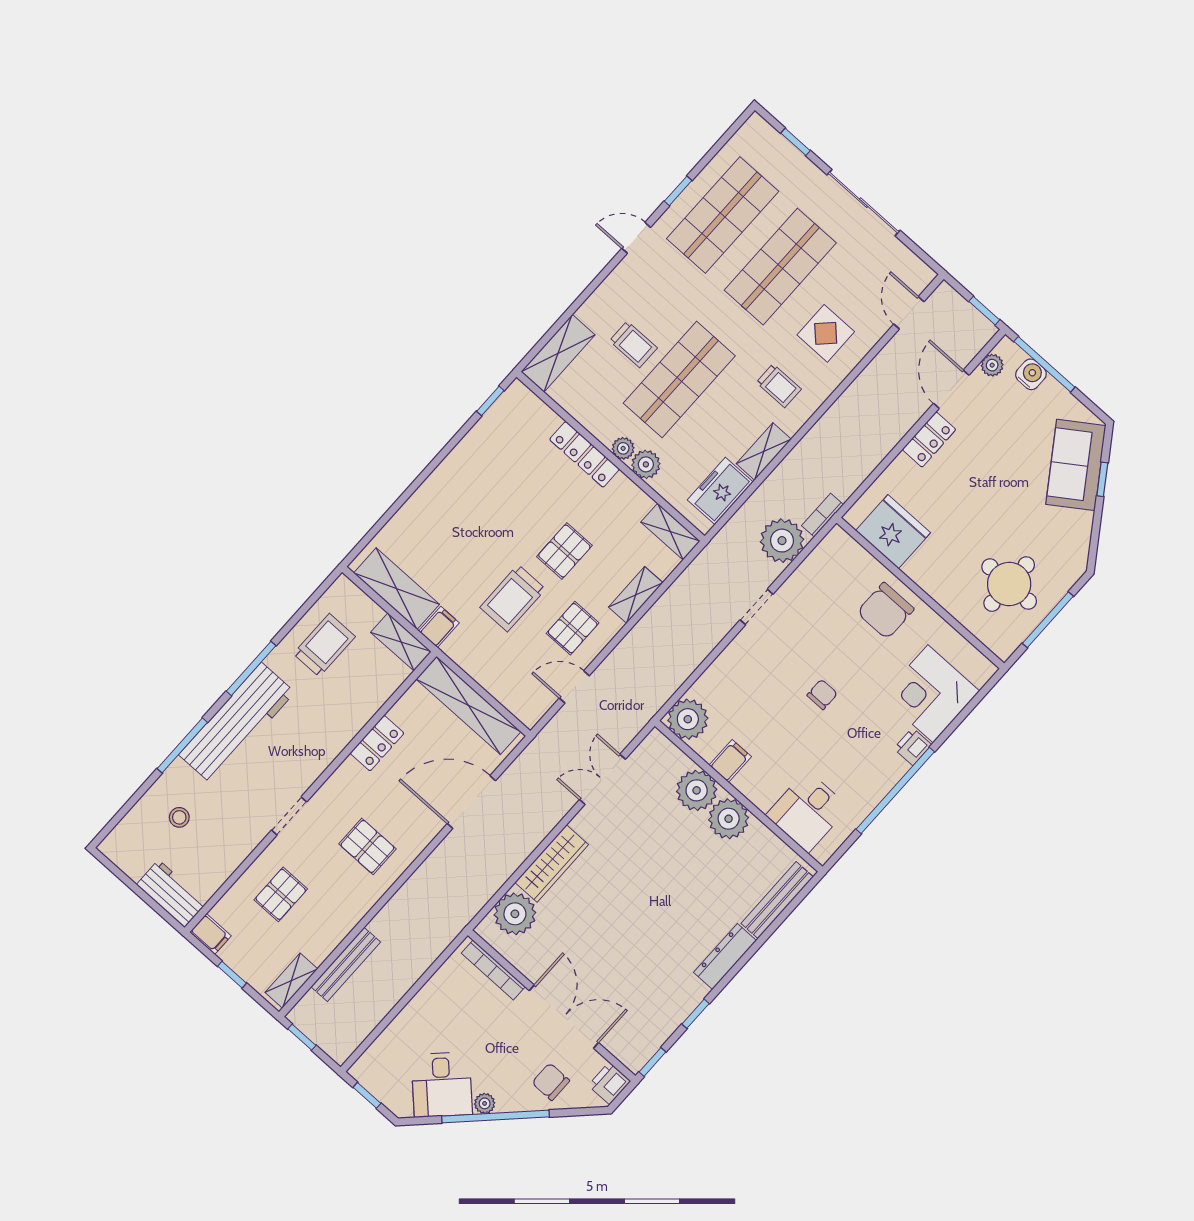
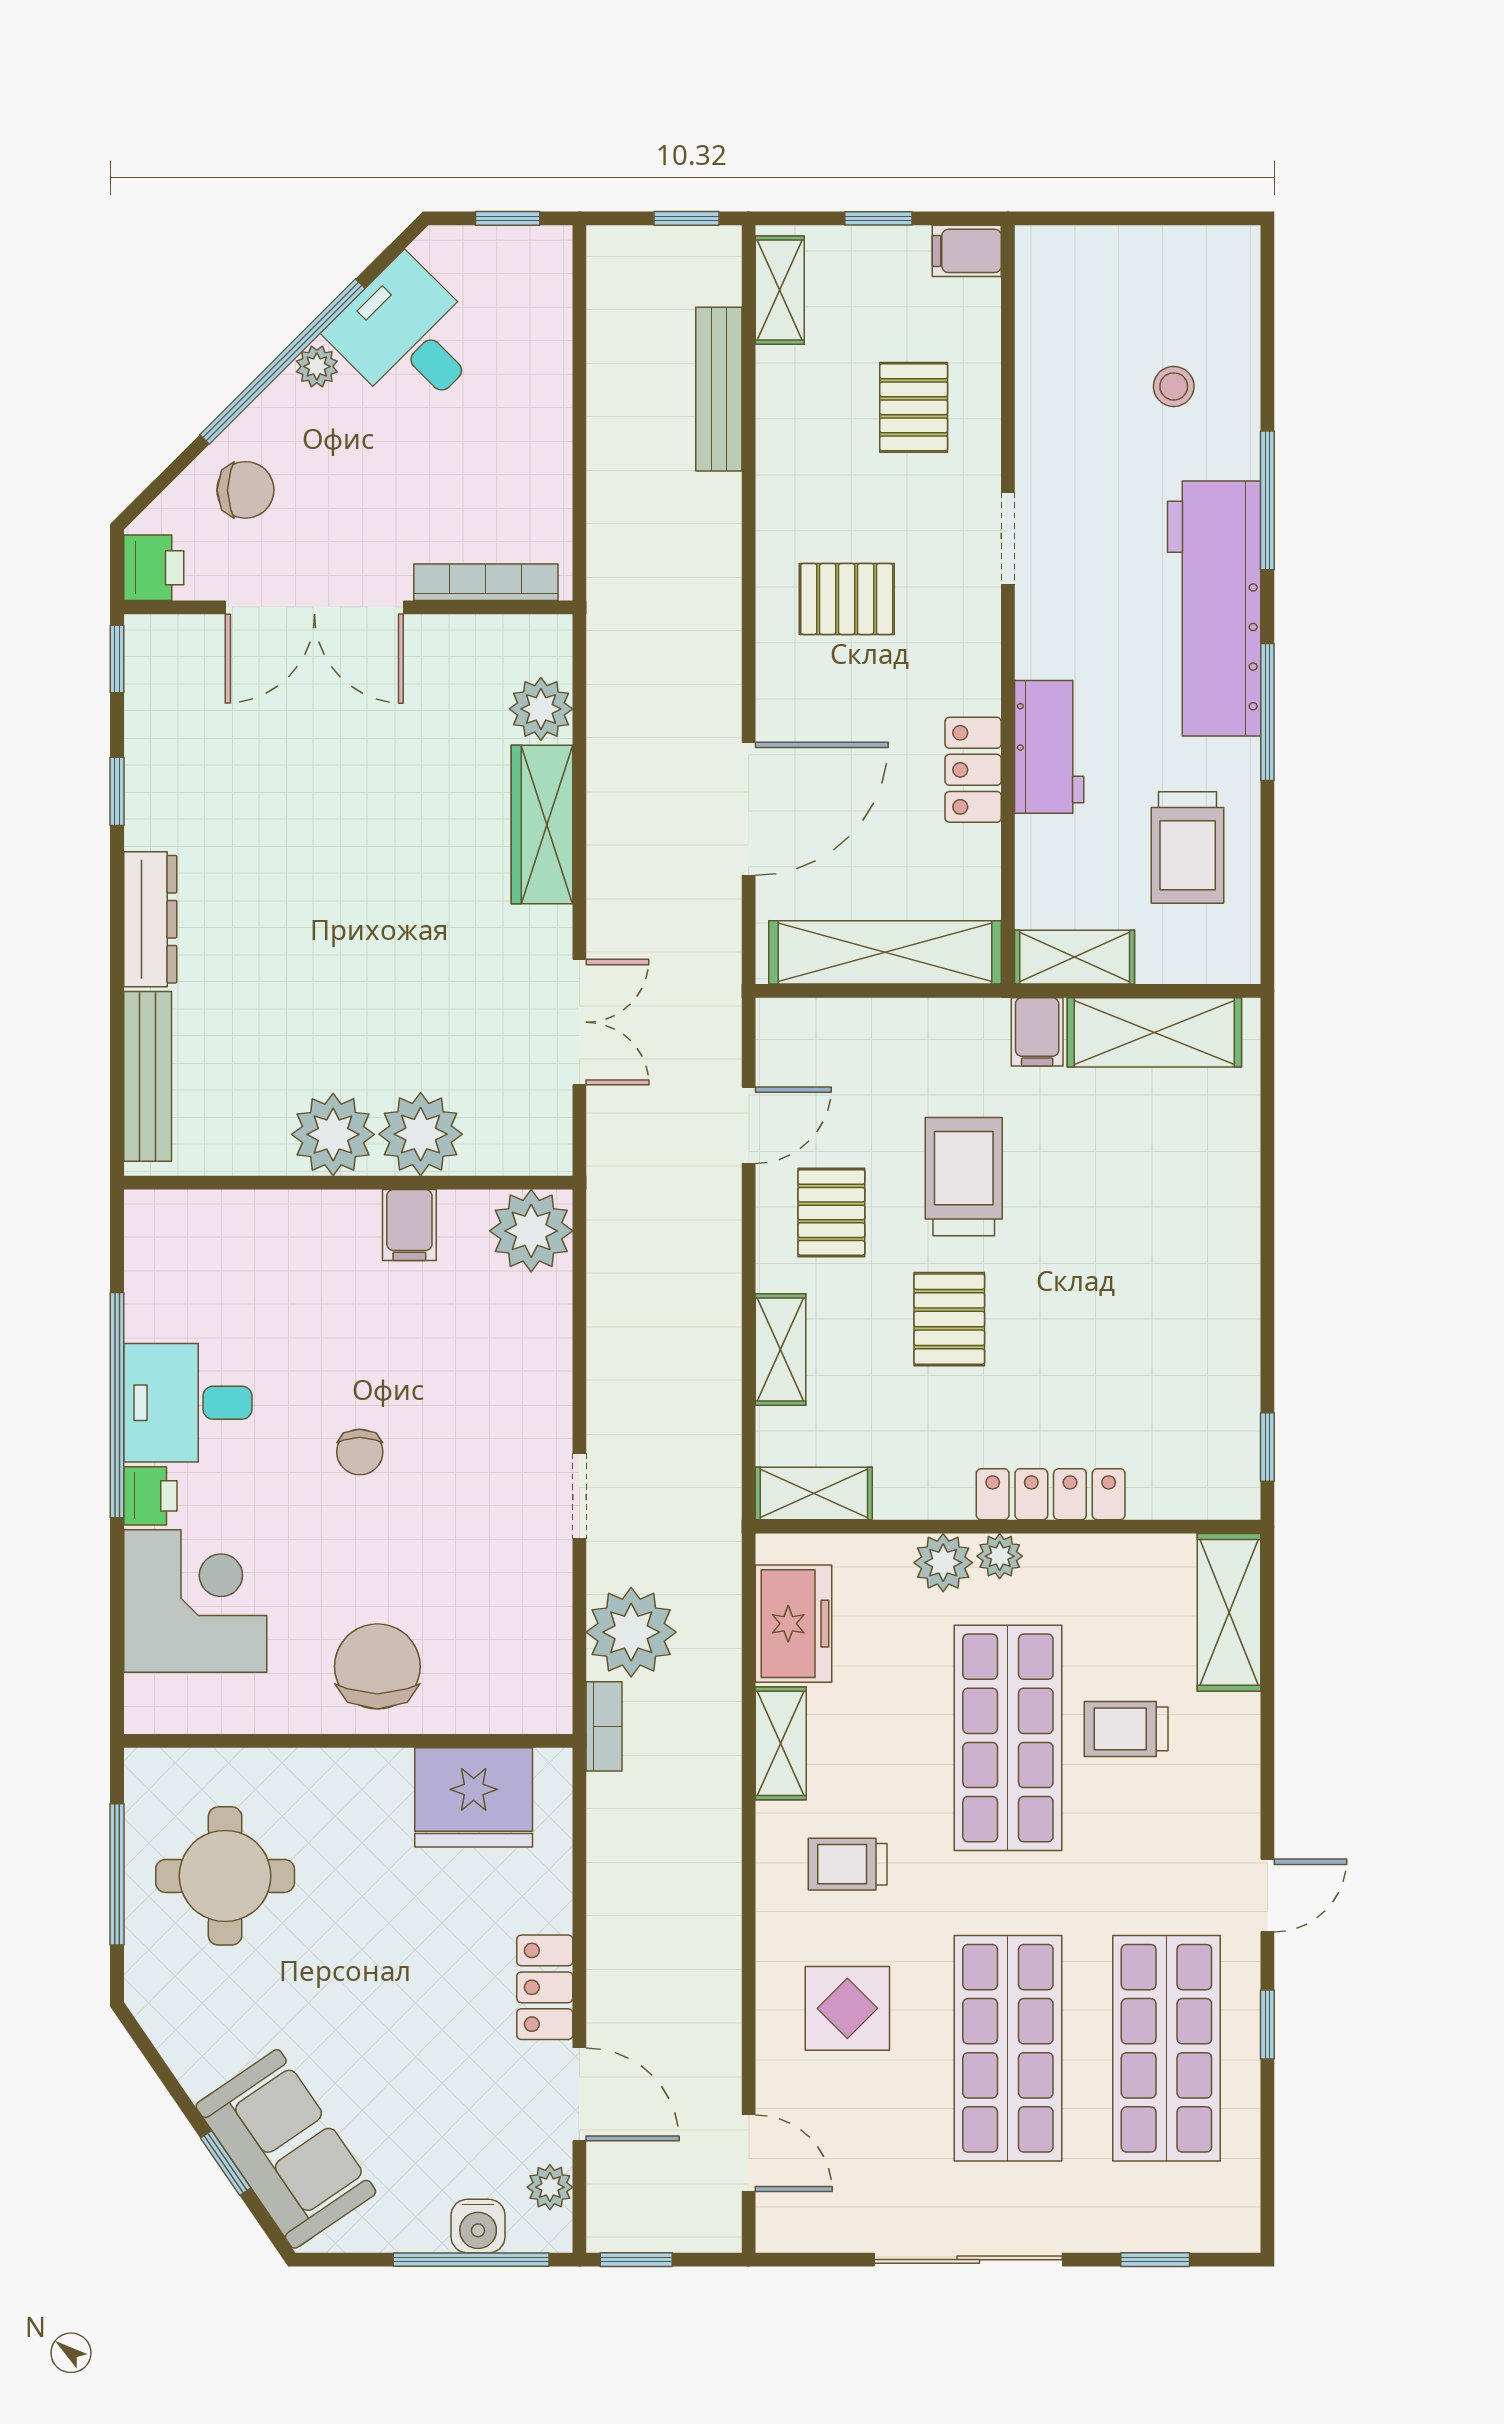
desk: (807, 811) -> (188, 1403), moved, turned -90
workbench: (172, 894) -> (1049, 747), moved, turned -90
plant: (515, 914) -> (541, 709), width x0.73, depth x0.73

